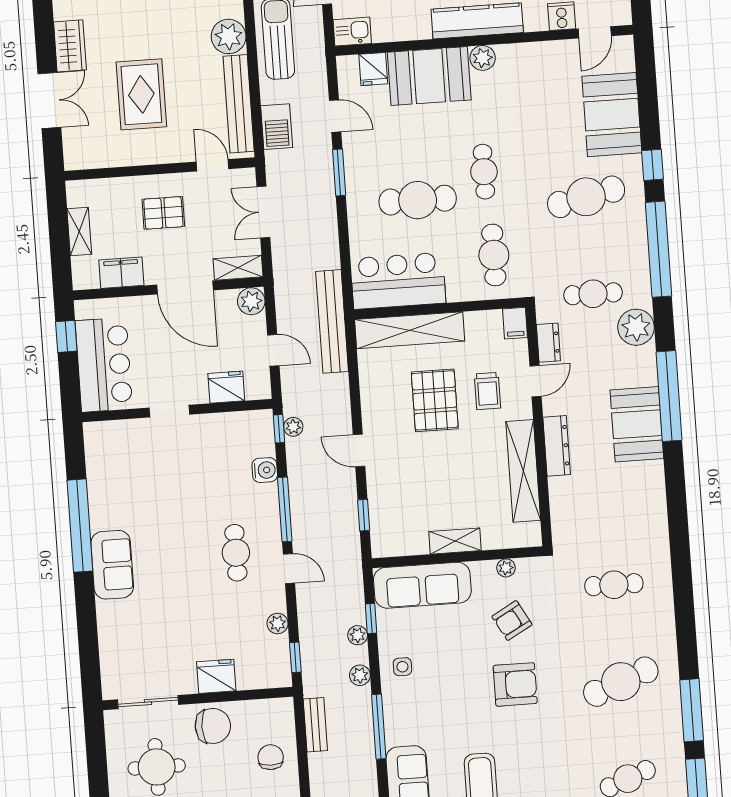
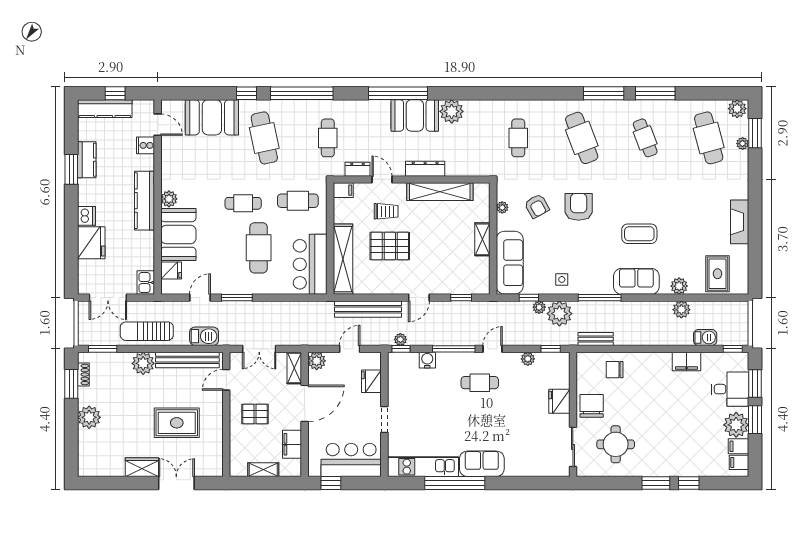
pallet: (163, 213) -> (255, 414), turned 90
bench: (332, 321) -> (368, 309), moved
plant: (636, 327) -> (452, 111), moved
kitchen unit: (101, 475) -> (423, 467), added
plant: (360, 675) -> (559, 314), width x1.88, depth x1.88

